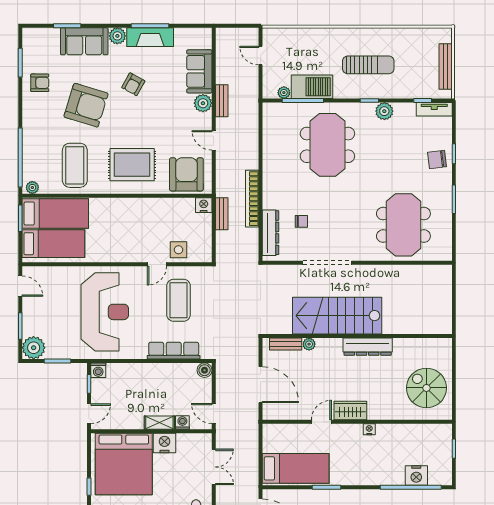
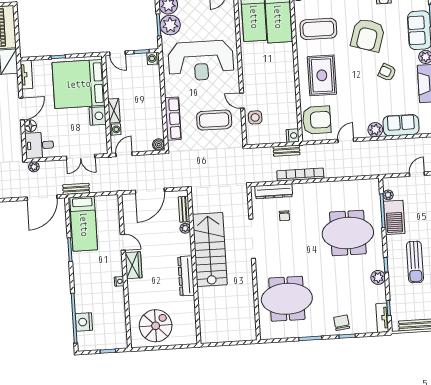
bench: (222, 101) -> (76, 189), moved
plant: (59, 347) -> (170, 25), added

